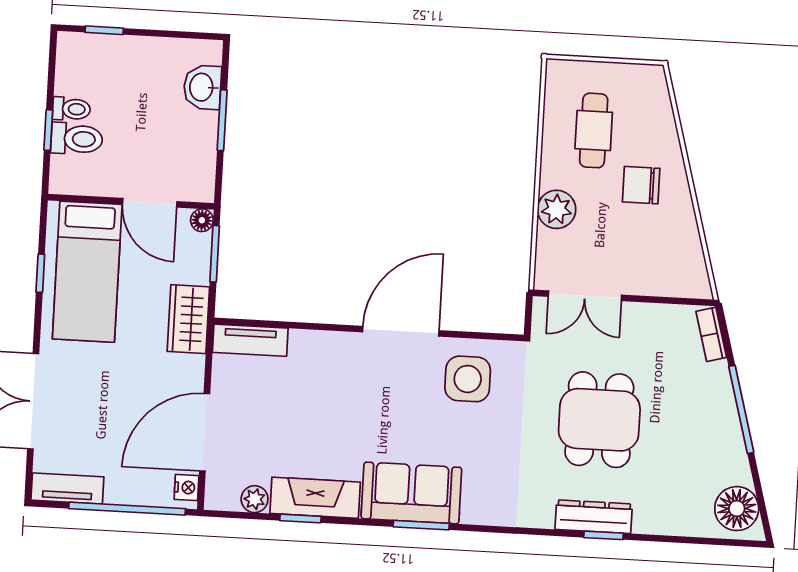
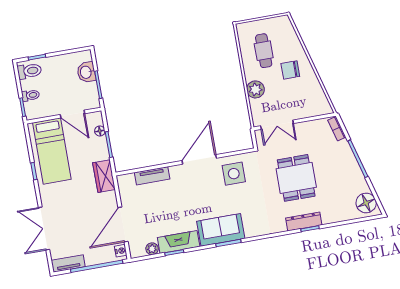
toilet: (77, 139) -> (30, 71), moved
wall: (131, 202) -> (64, 116), moved
door: (150, 203) -> (72, 114), moved
bed: (87, 272) -> (52, 151), moved
tv unit: (250, 340) -> (152, 176), moved

